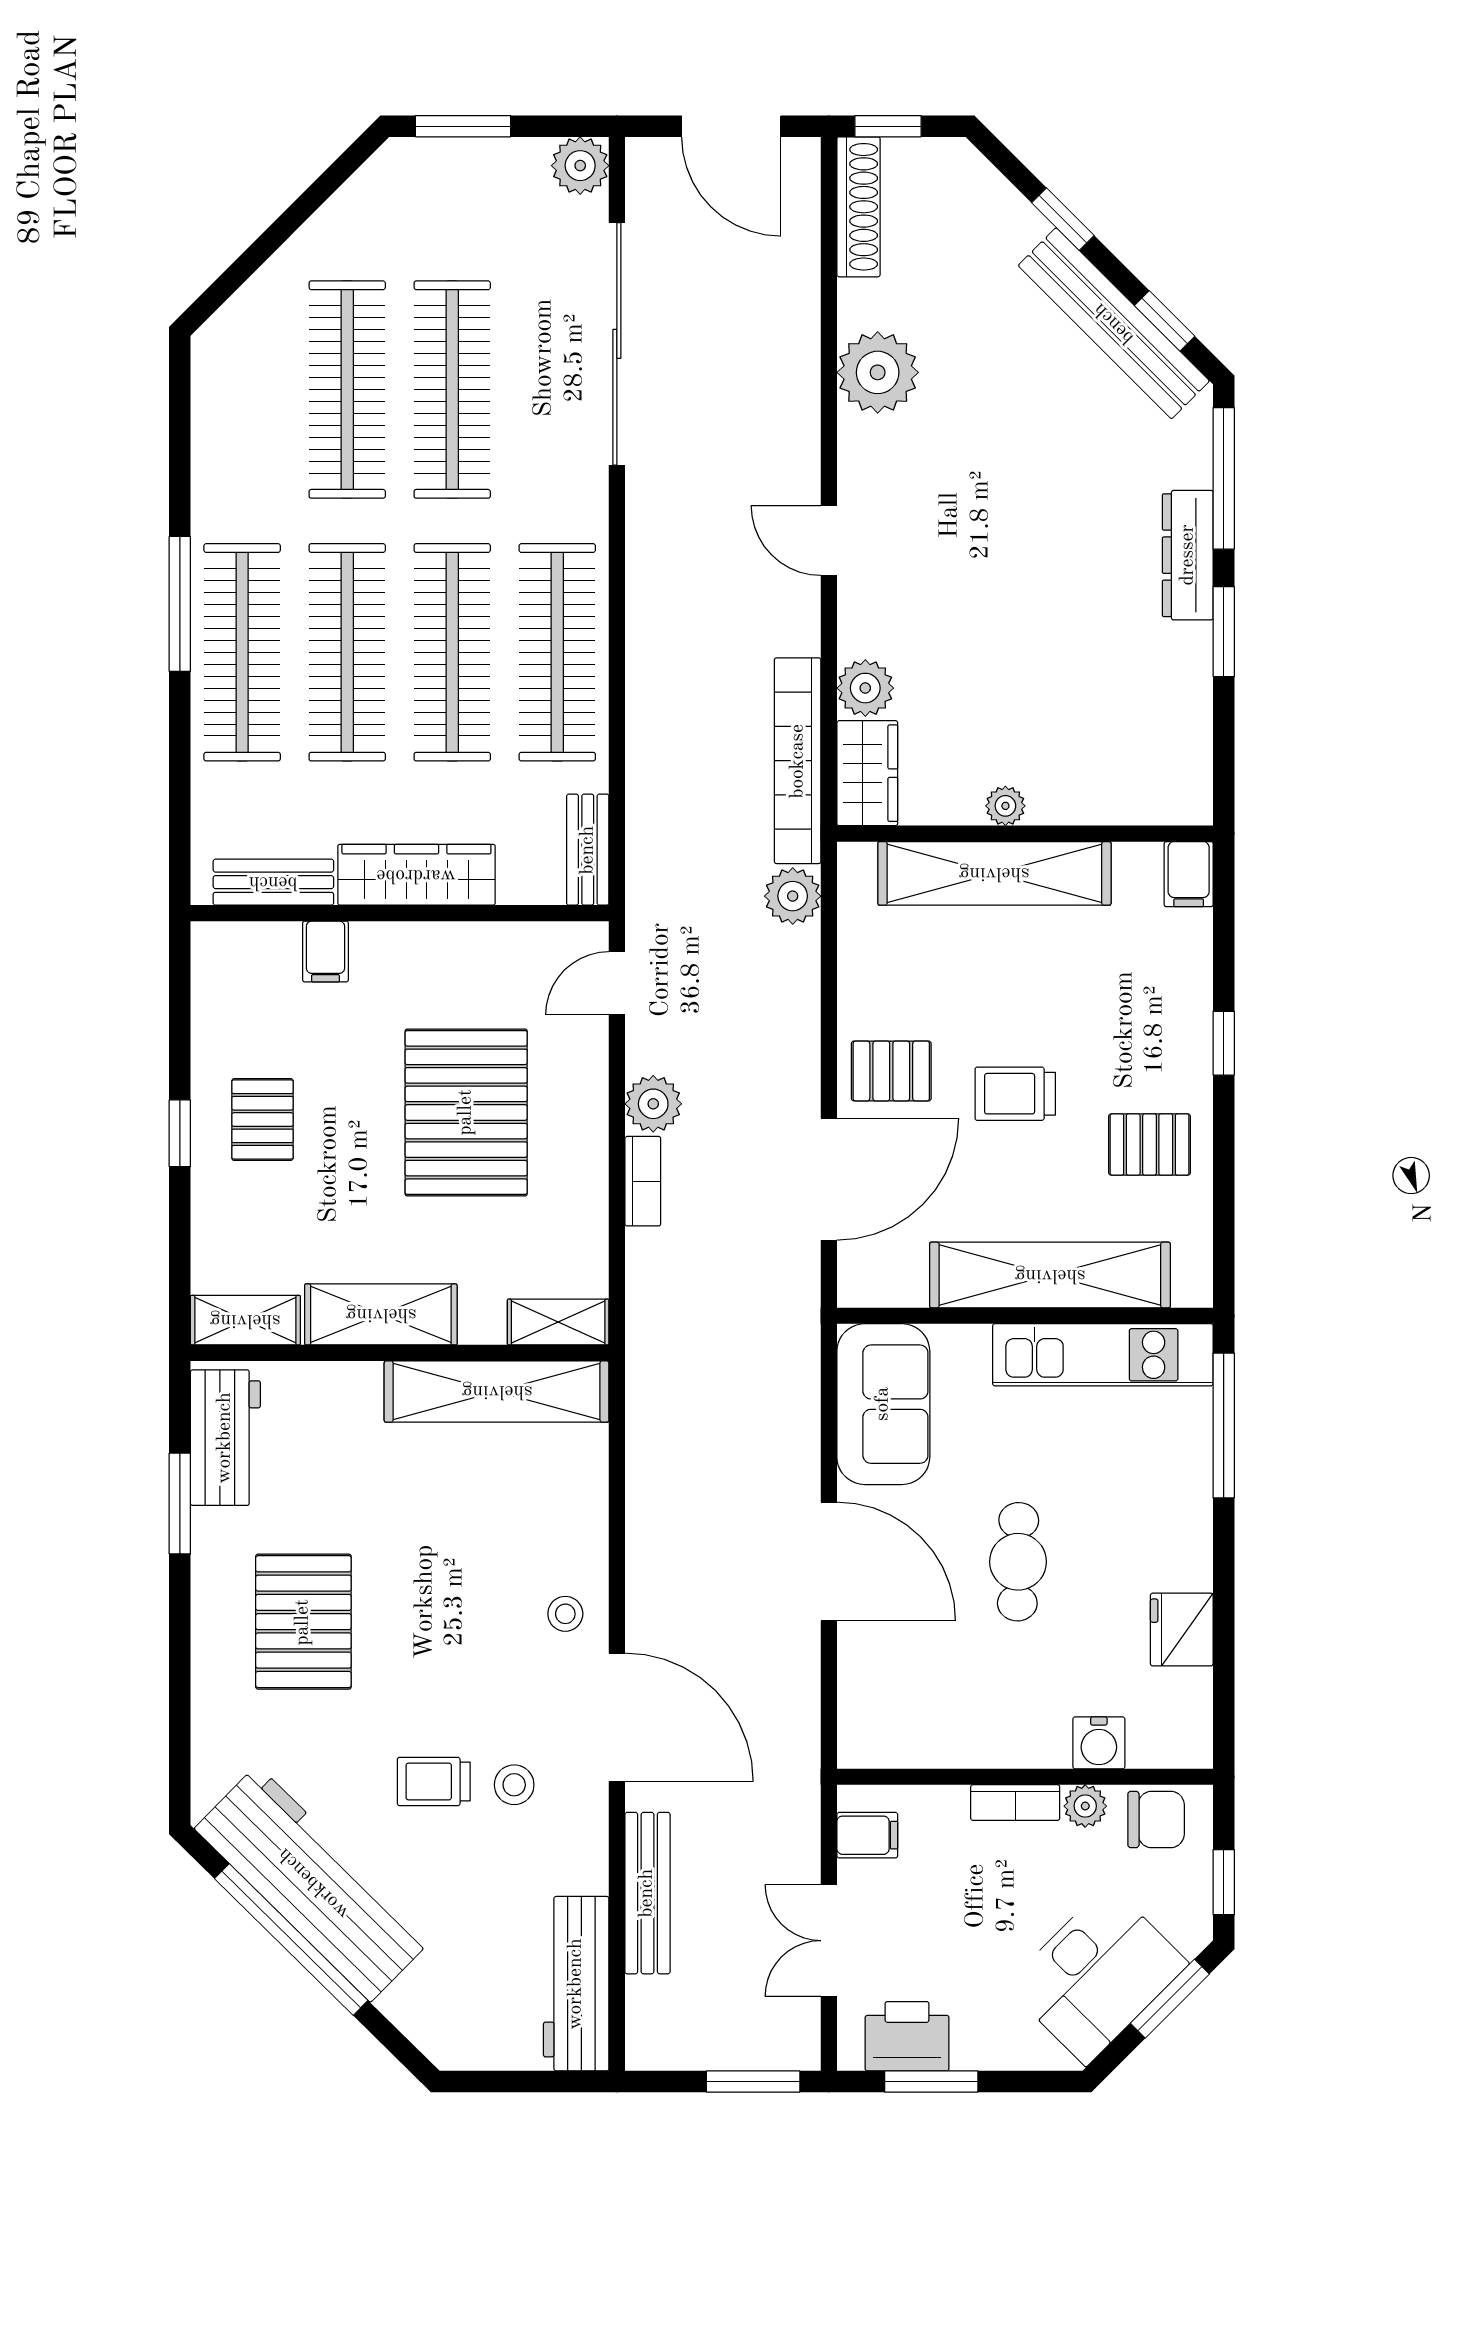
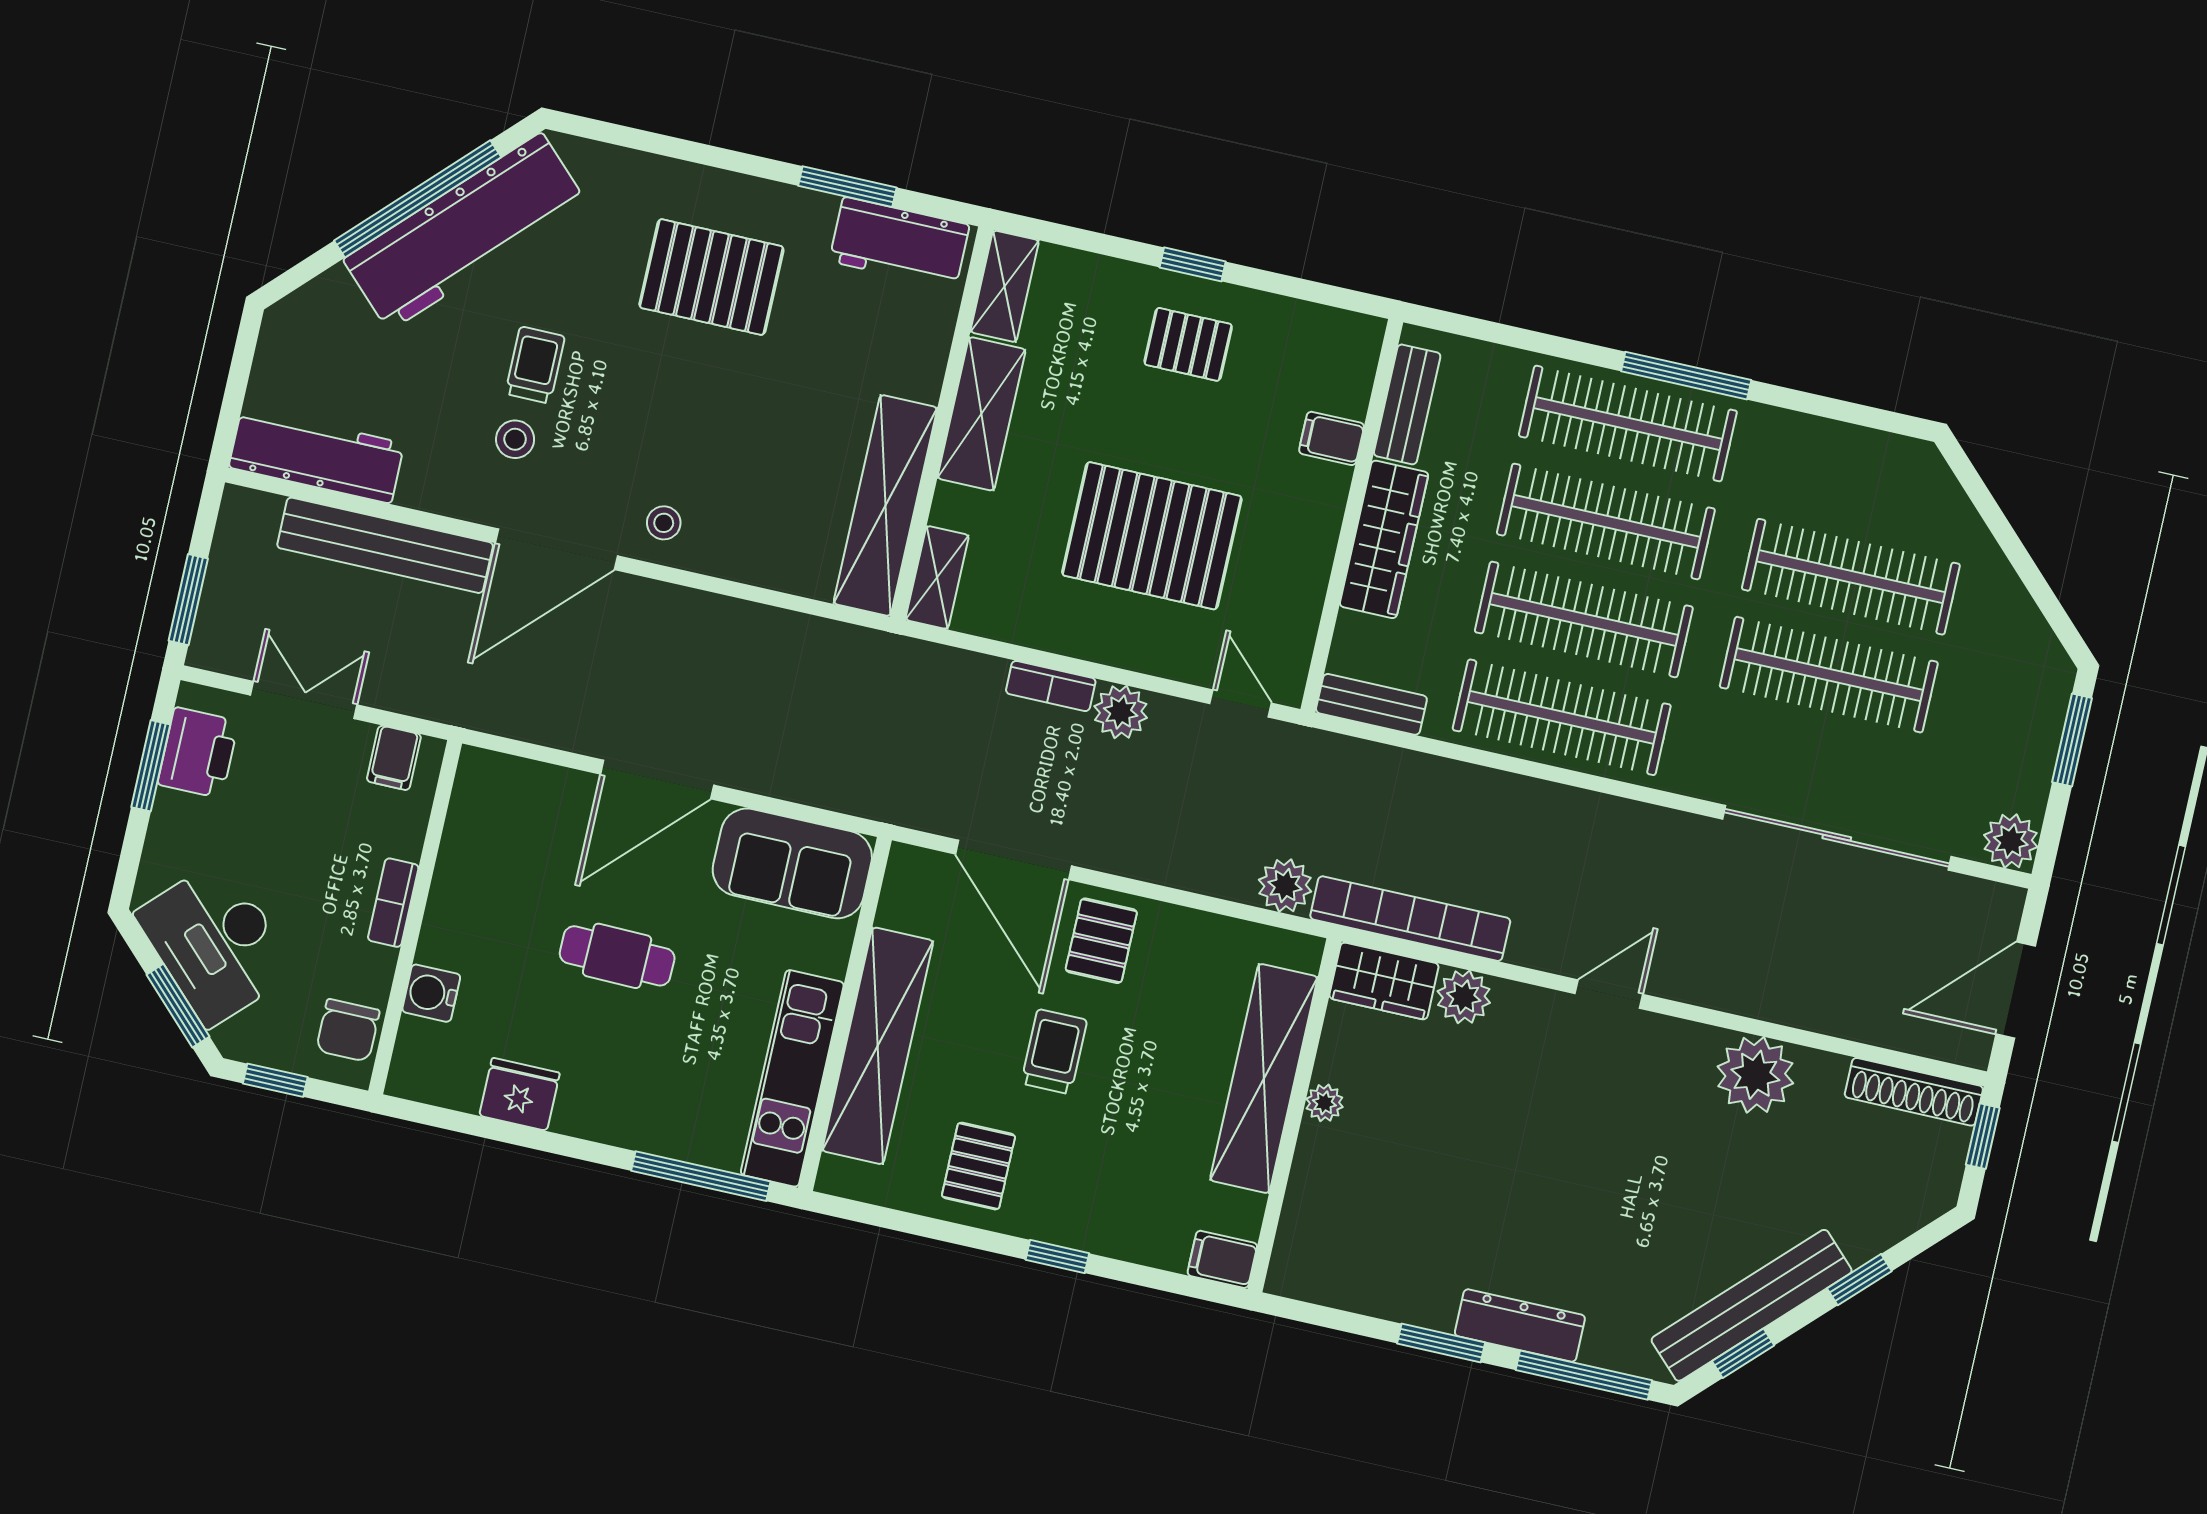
plant: (1085, 1806) -> (375, 967), removed
bench: (647, 1893) -> (385, 545), width x1.37, depth x1.21

